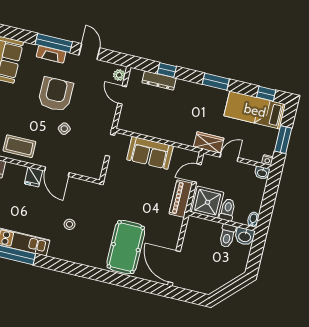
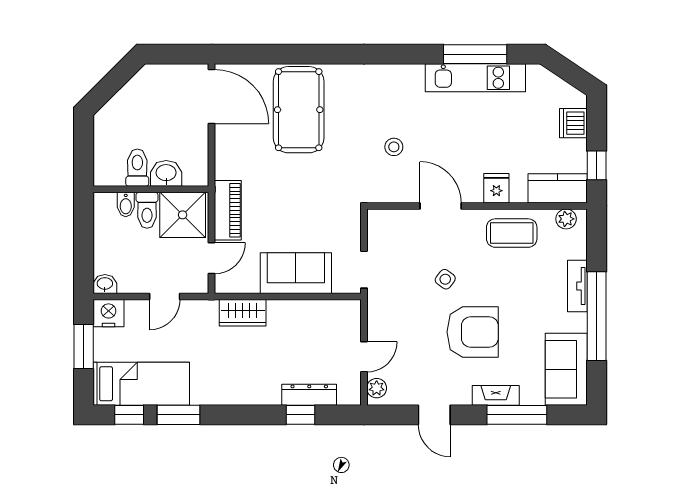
window: (54, 43) -> (517, 415), moved
window: (216, 82) -> (179, 415), moved
armchair: (56, 94) -> (473, 332), turned -90
door: (122, 95) -> (364, 357), hinge flipped
wardrobe: (209, 143) -> (243, 313), moved
nightstand: (267, 160) -> (108, 313), width x1.89, depth x1.79
fridge: (33, 177) -> (496, 188), moved
bidet: (253, 219) -> (126, 205), moved
stool: (70, 224) -> (394, 147), moved
washbasin: (245, 236) -> (166, 173), moved

